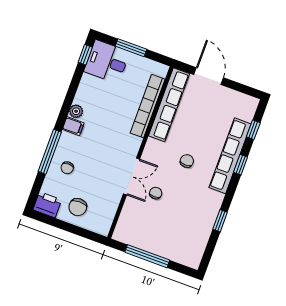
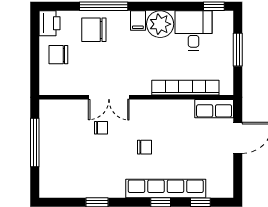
desk: (107, 62) -> (193, 31), moved
row of seats: (169, 105) -> (214, 109), width x0.50
plant: (76, 111) -> (160, 24), width x1.88, depth x1.88
chair: (67, 168) -> (94, 30), width x1.87, depth x1.87

